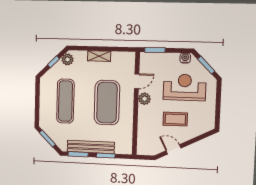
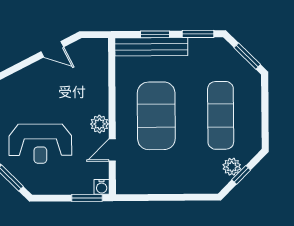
shelving: (99, 56) -> (171, 186), removed
water cooler: (185, 58) -> (102, 187), moved
plant: (68, 59) -> (232, 167), moved
coffee table: (175, 119) -> (52, 95), removed
bench: (91, 147) -> (151, 47), moved

